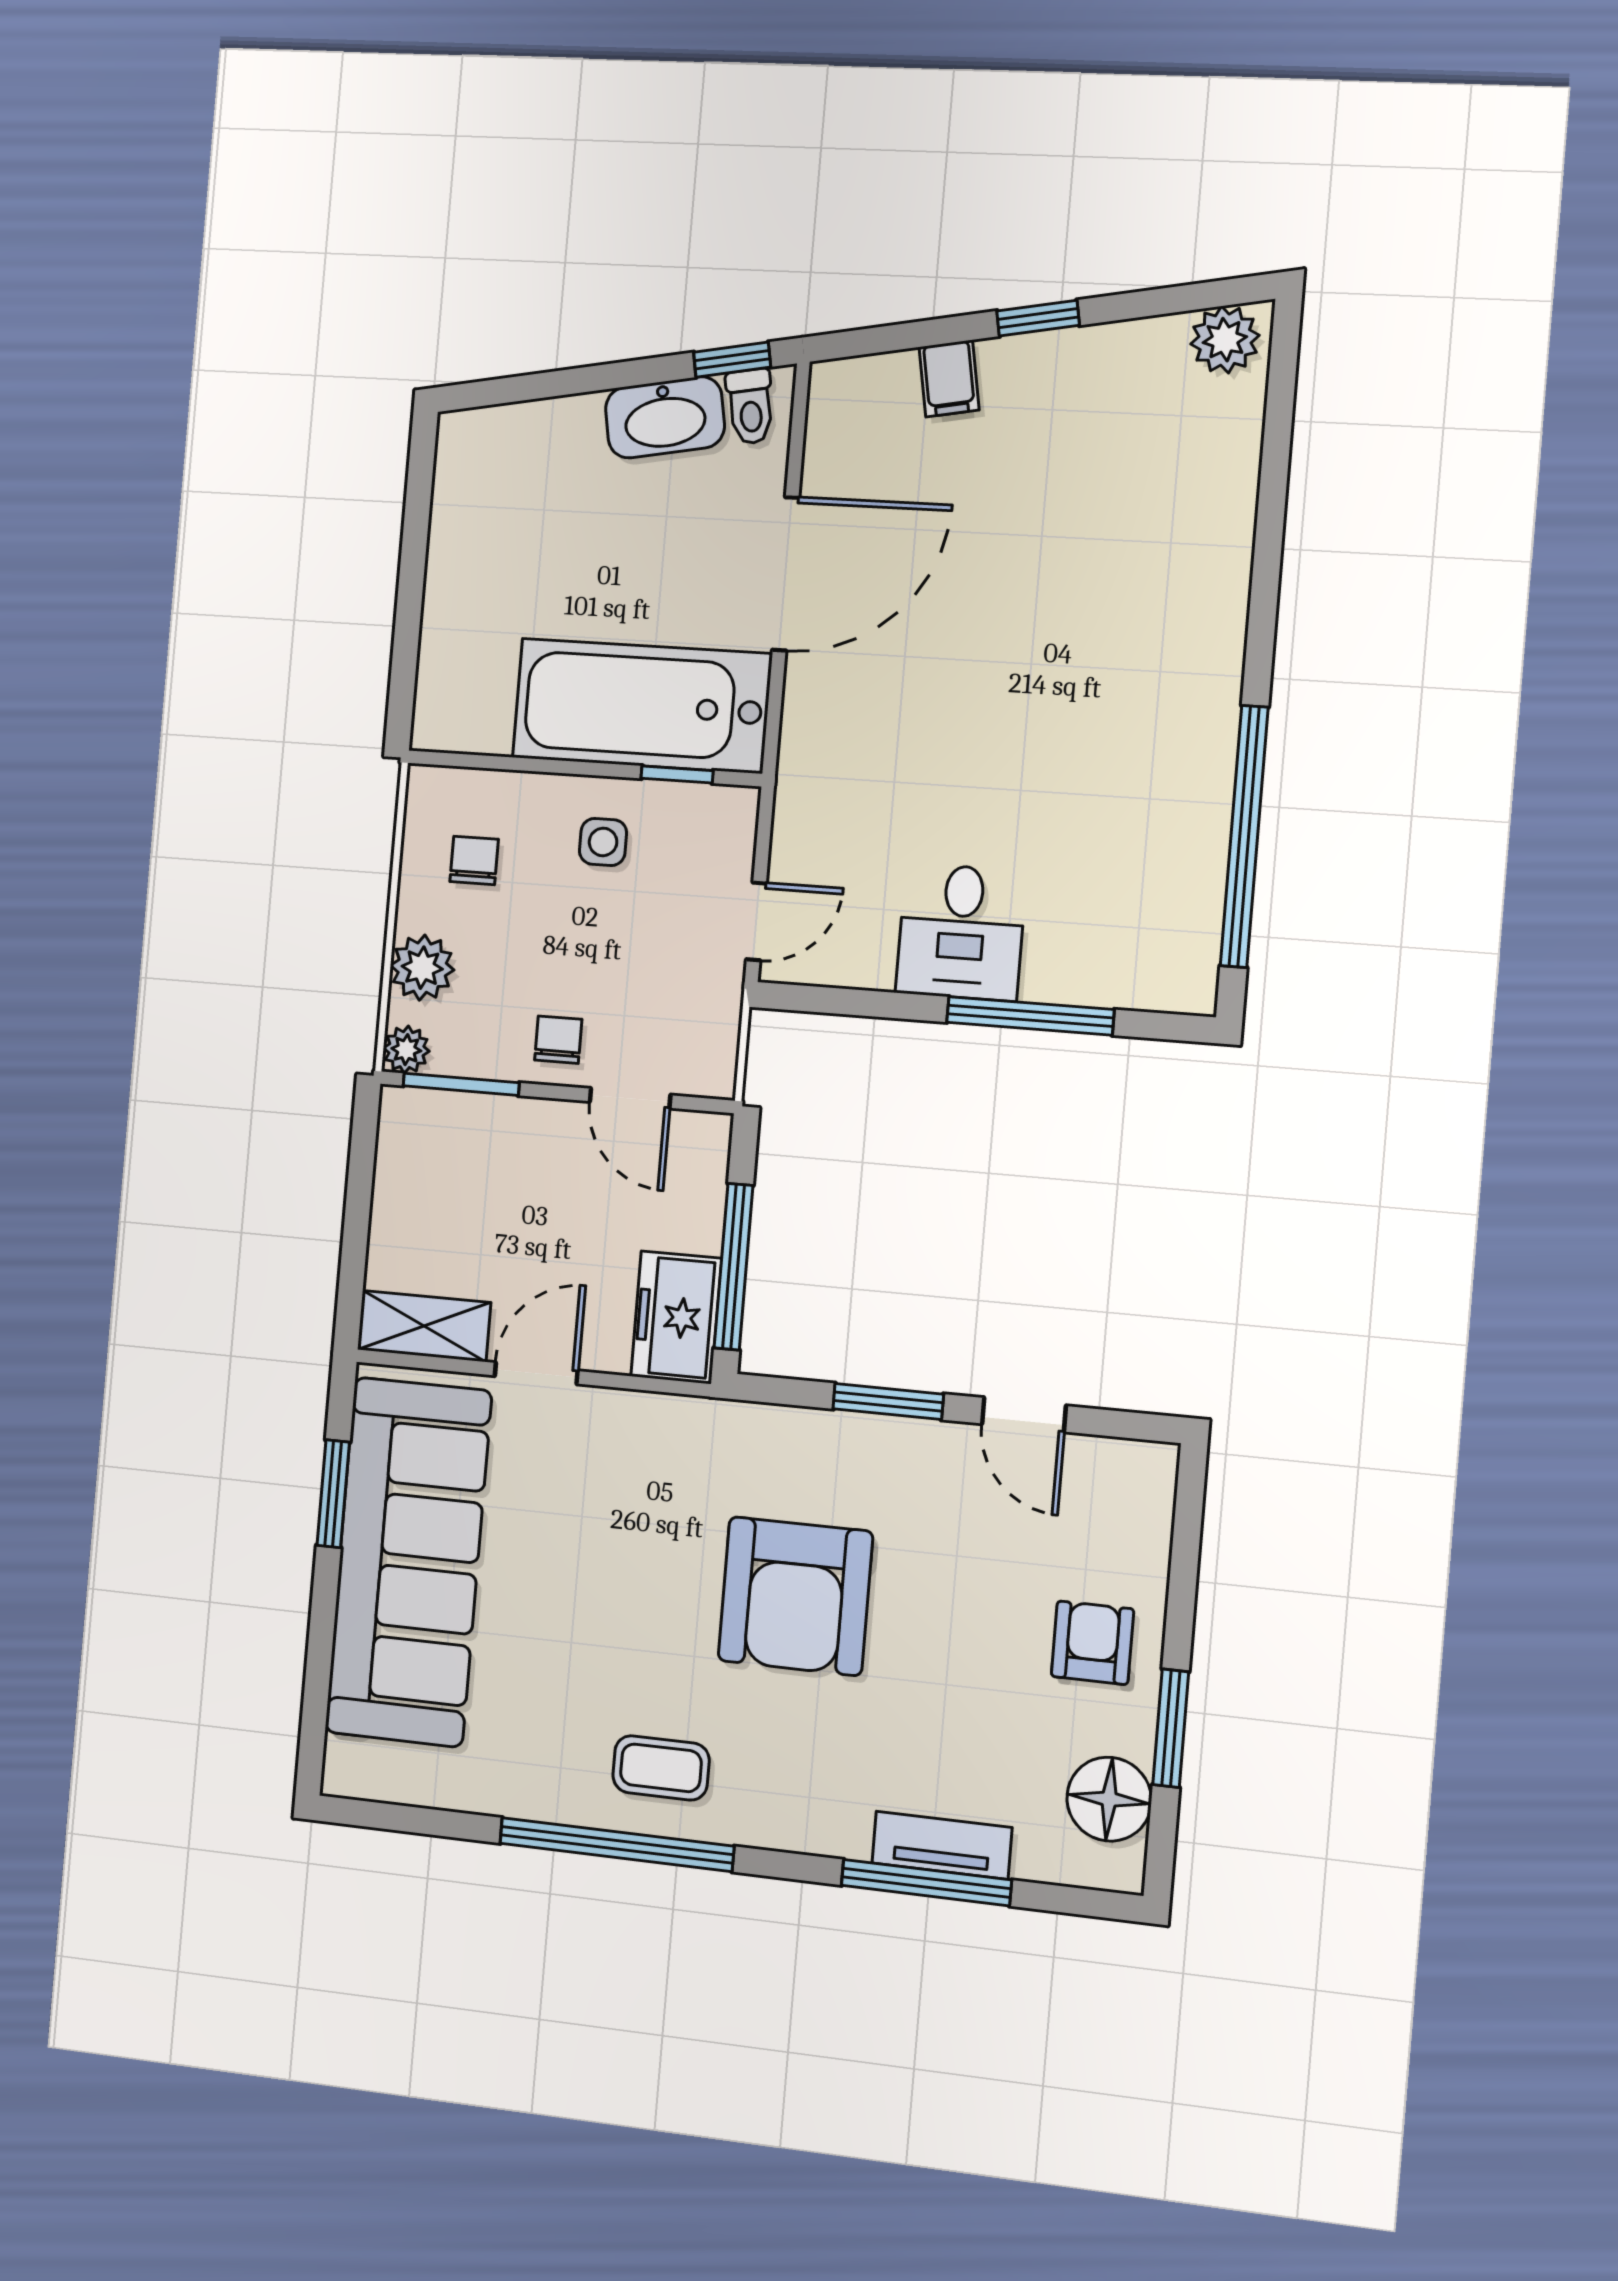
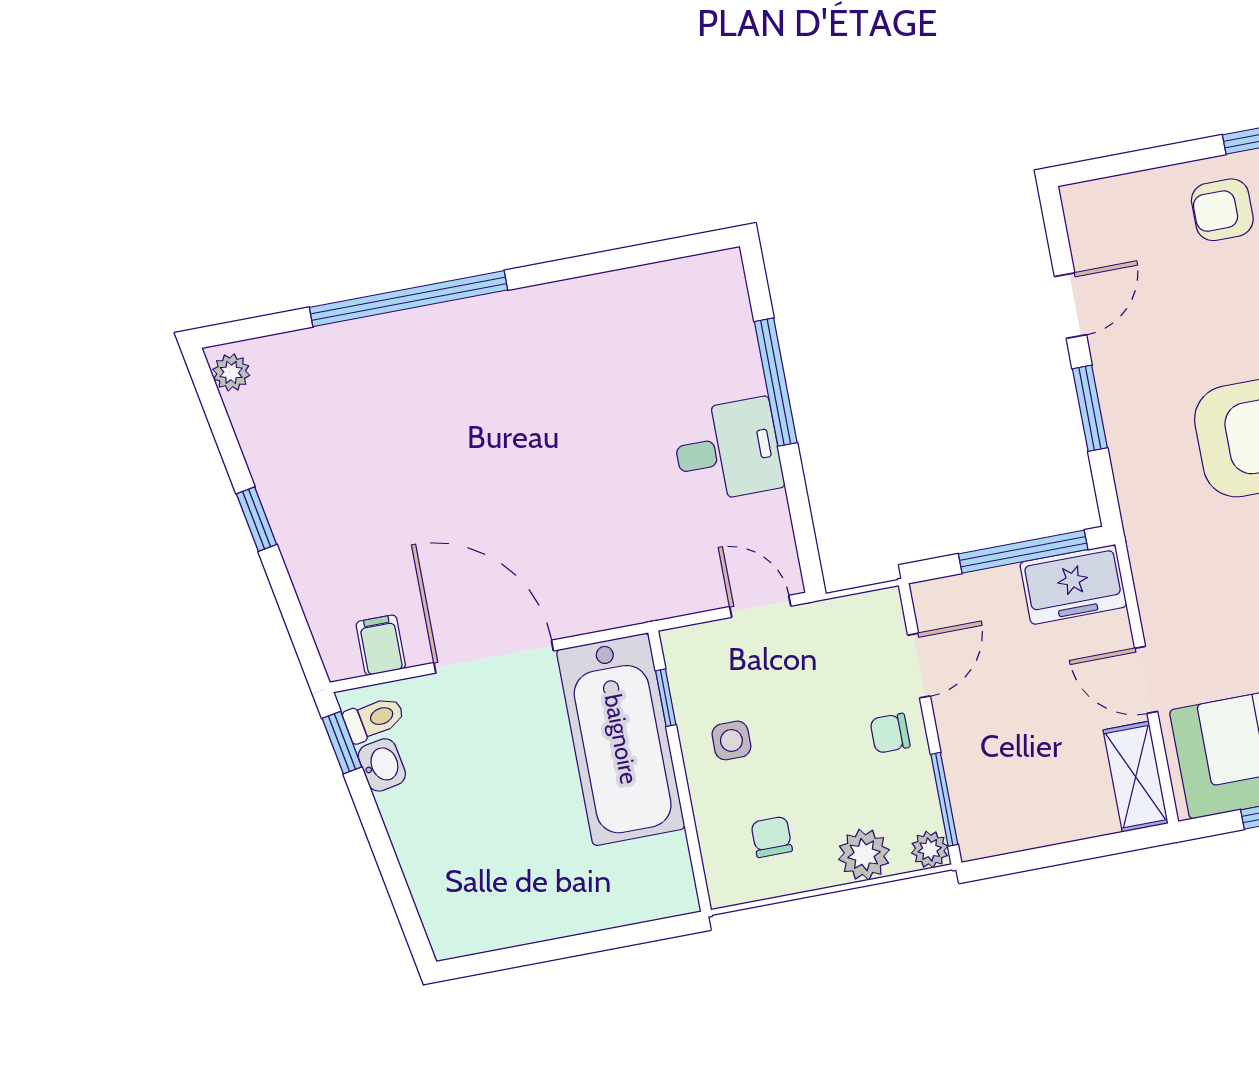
plant: (1225, 340) -> (231, 372), width x0.73, depth x0.73
filing cabinet: (949, 378) -> (381, 645), moved, turned -80
washbasin: (665, 417) -> (382, 765), width x0.52, depth x0.69
window: (1244, 836) -> (409, 299), moved
chair: (474, 860) -> (772, 837), turned 90

